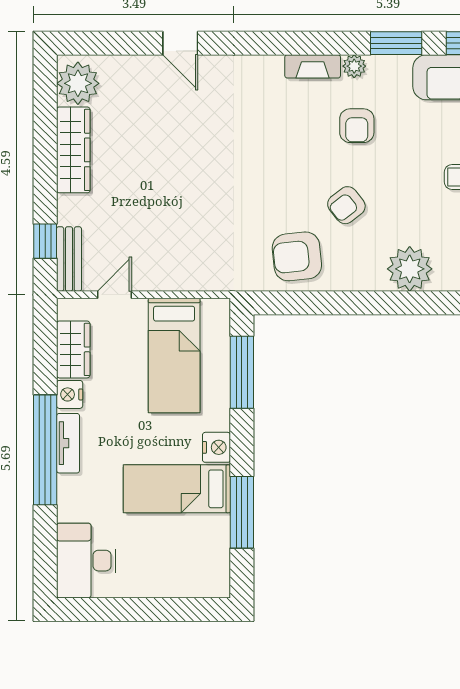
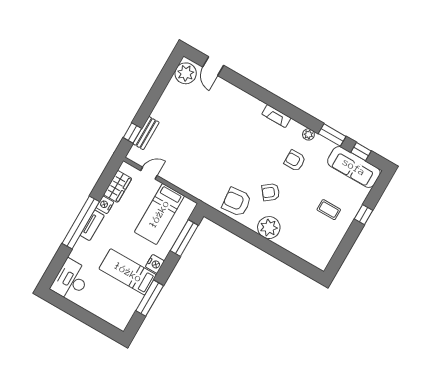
door: (180, 43) -> (213, 66), moved
fireplace: (313, 66) -> (276, 116), moved
armchair: (357, 126) -> (295, 161), turned 90
wardrobe: (73, 150) -> (167, 101), removed
bench: (69, 259) -> (146, 133), moved
plant: (410, 269) -> (269, 228), moved

